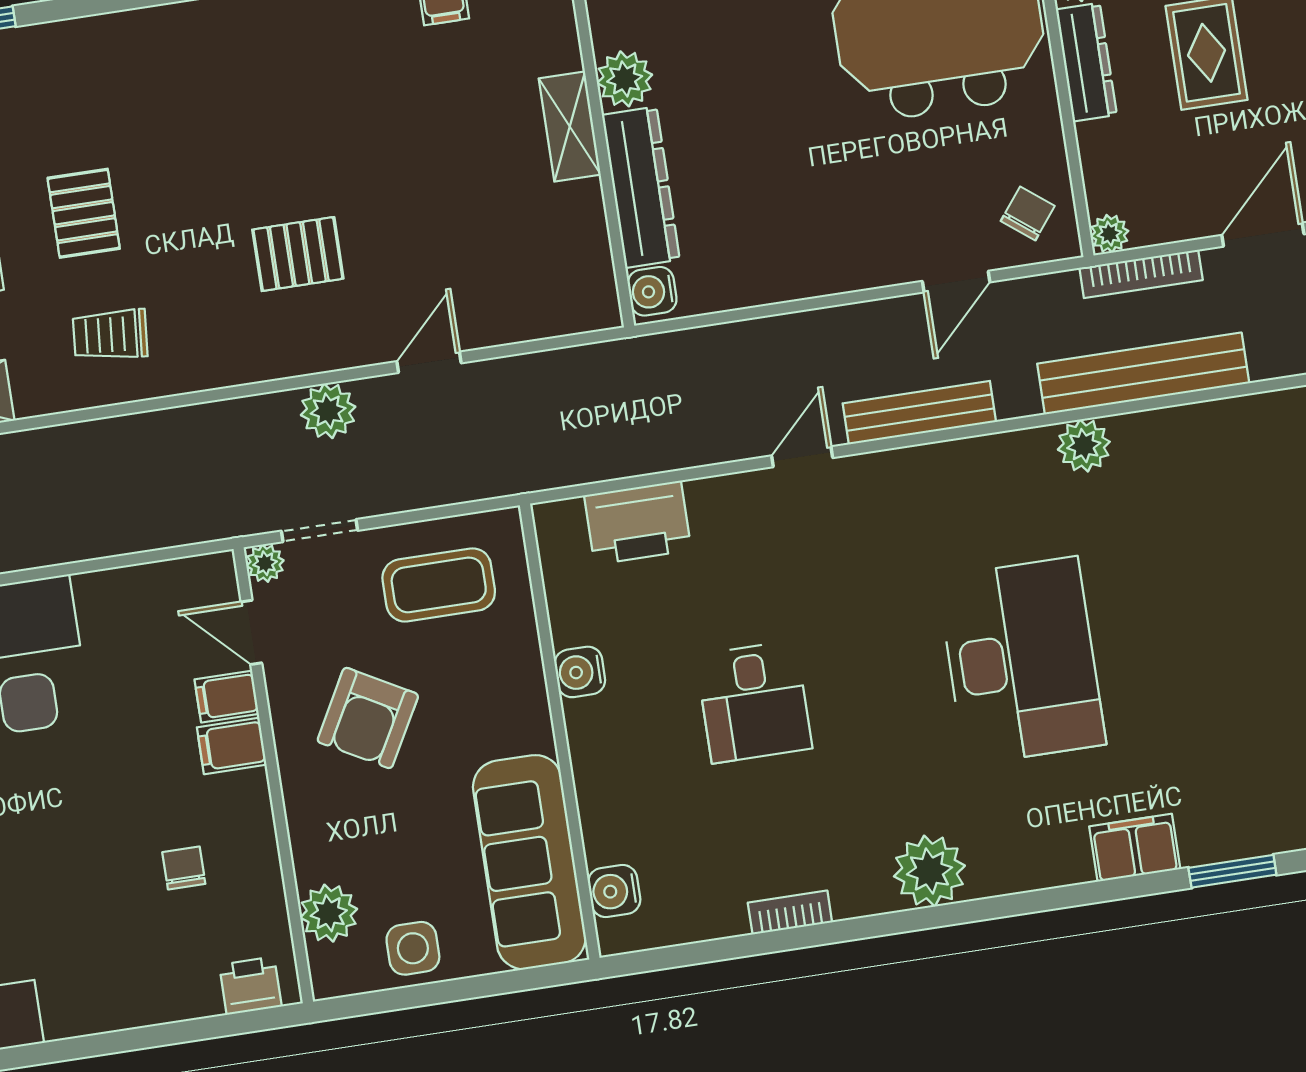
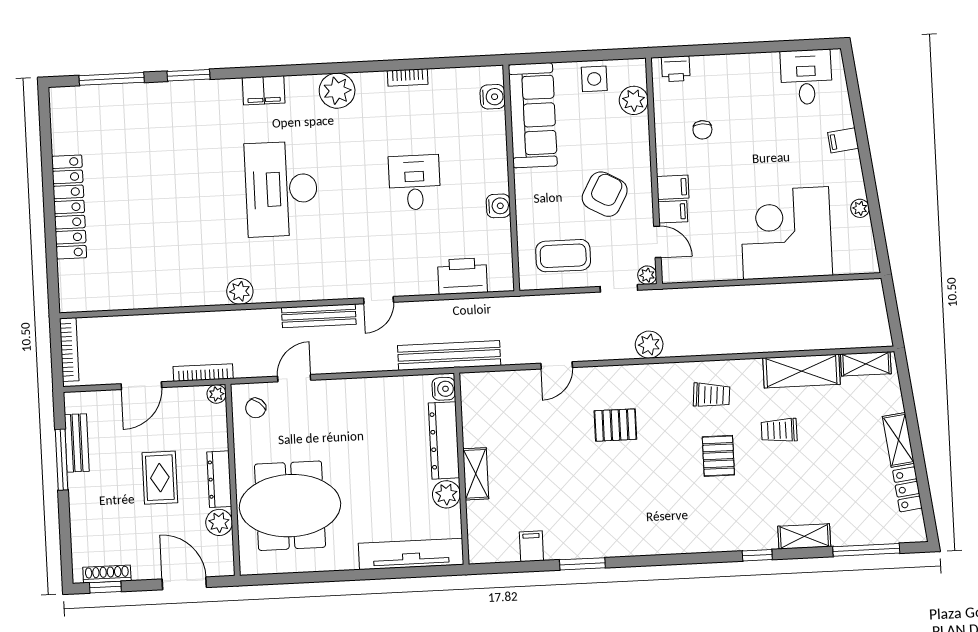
bench: (1143, 374) -> (449, 355), moved
plant: (328, 411) -> (649, 345), moved
filing cabinet: (1135, 848) -> (264, 90), moved

